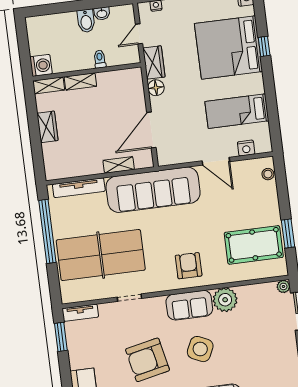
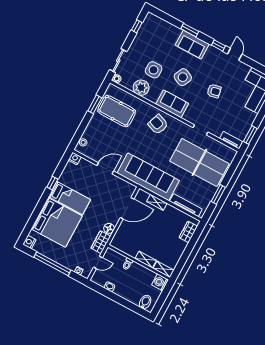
bidet: (86, 21) -> (145, 302), moved
window: (264, 46) -> (52, 183), moved
bed: (237, 111) -> (70, 198), moved
wardrobe: (47, 127) -> (188, 232), moved
nightstand: (246, 148) -> (75, 158), moved
door: (216, 161) -> (105, 168), hinge flipped
window: (47, 231) -> (218, 194), width x0.47
armchair: (189, 266) -> (158, 124), turned 110
plant: (225, 300) -> (141, 88), moved
side table: (244, 332) -> (154, 70), added
armchair: (148, 360) -> (214, 91), width x0.53, depth x0.53

